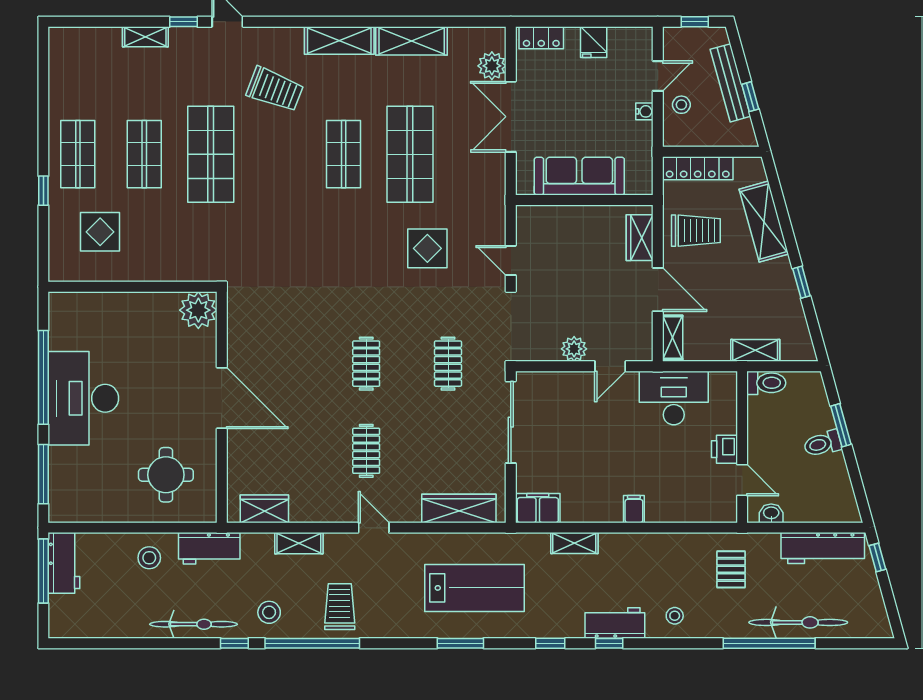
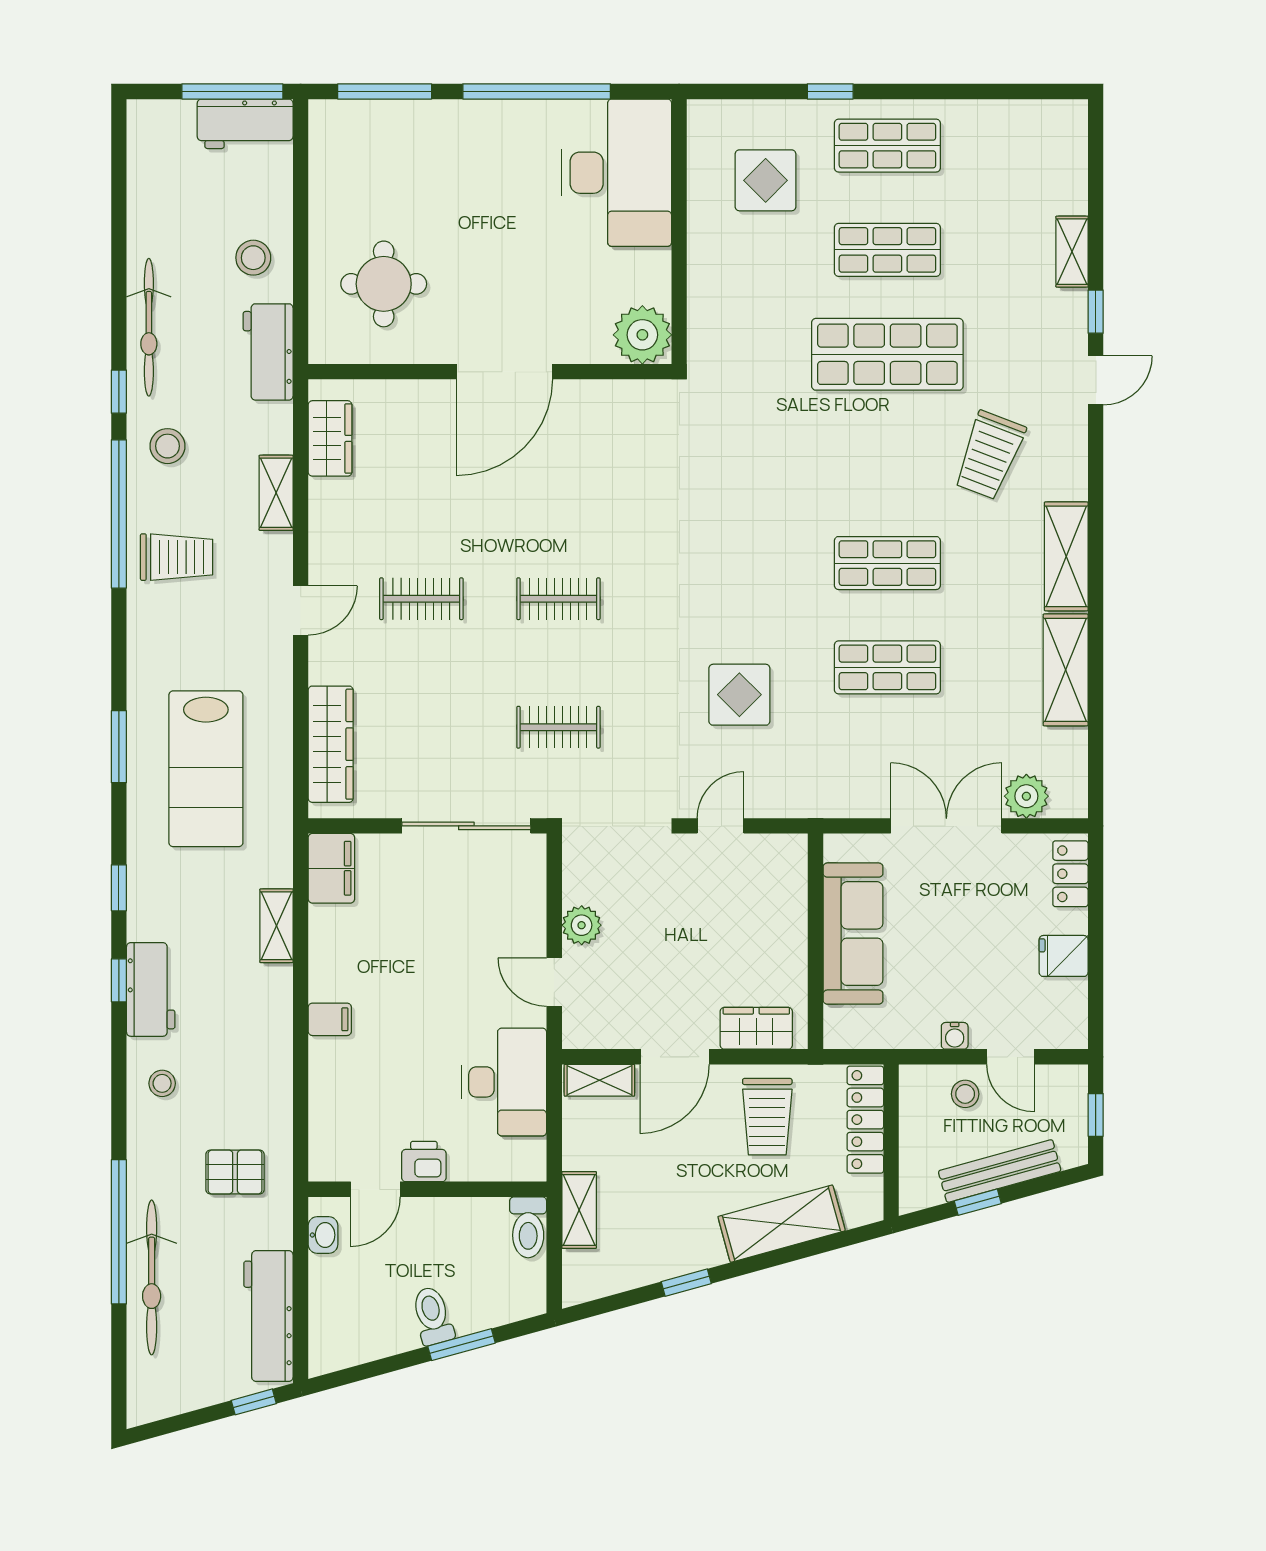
shop shelf: (410, 154) -> (887, 667), width x0.70, depth x0.74
desk: (83, 398) -> (616, 173), moved, turned 90

